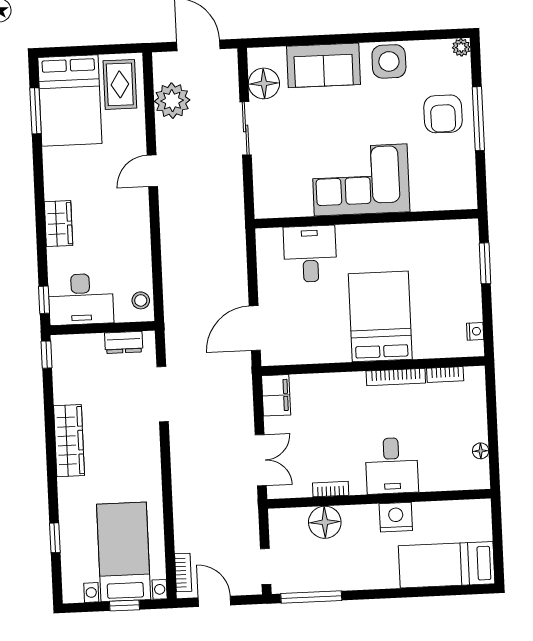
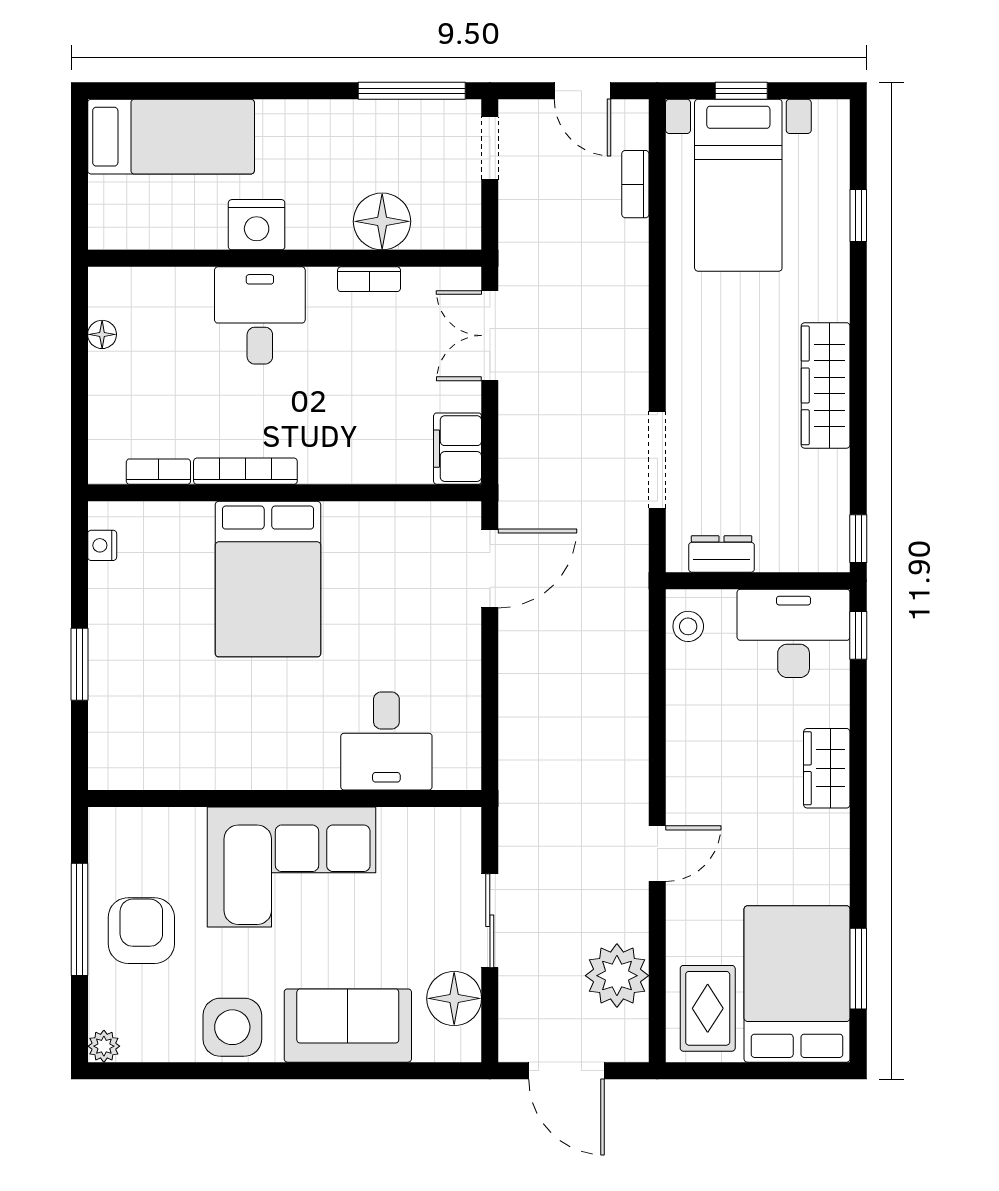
corner sofa: (361, 180) -> (292, 867), moved
wall: (366, 219) -> (285, 798), moved
desk: (310, 254) -> (386, 741), moved
bookcase: (183, 573) -> (635, 184), moved

